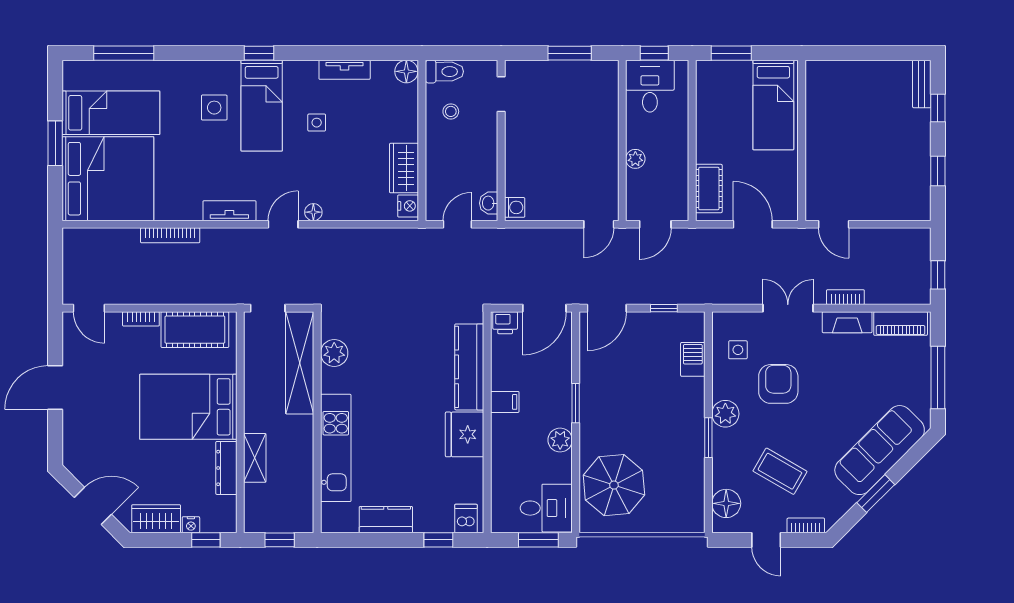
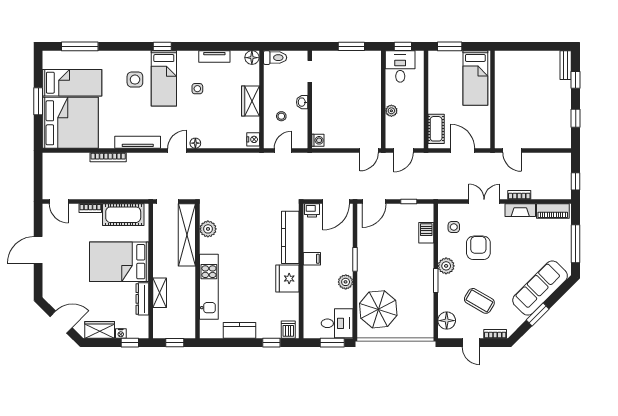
stool: (451, 111) -> (281, 116), moved
wardrobe: (404, 168) -> (251, 101), moved
washbasin: (489, 203) -> (302, 102), moved
tv unit: (229, 211) -> (138, 142), width x1.41

